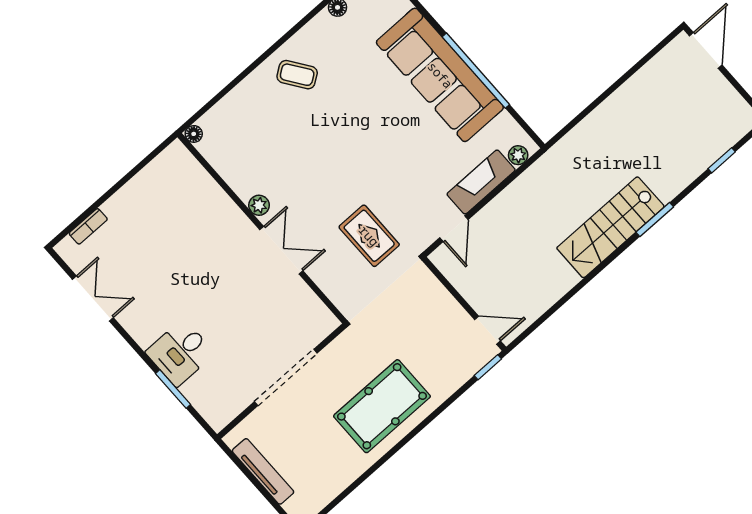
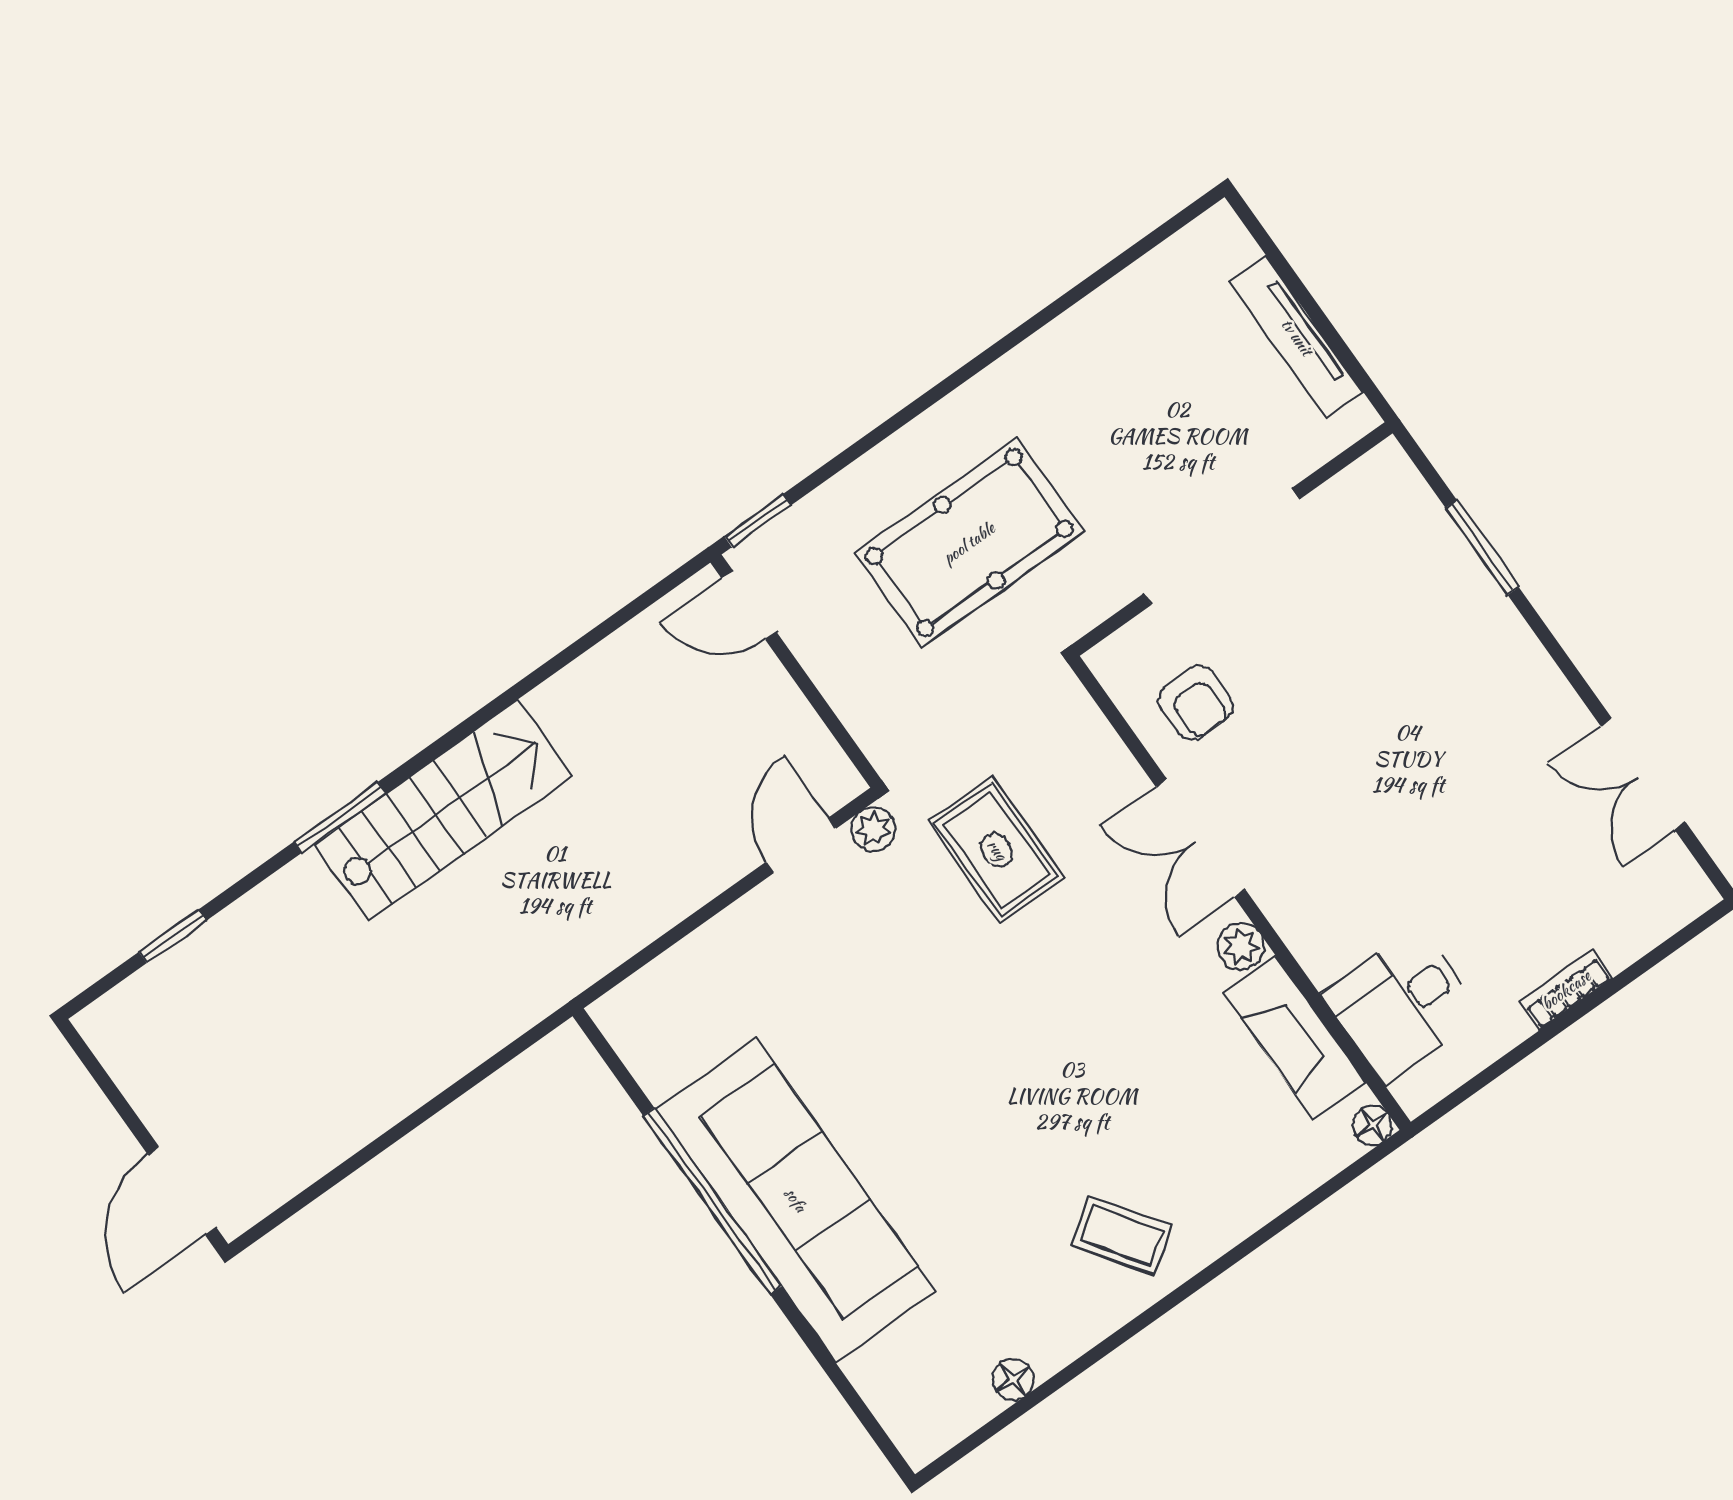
plant: (518, 155) -> (873, 829), moved
fireplace: (481, 182) -> (1295, 1038), moved, turned 90
bookcase: (88, 226) -> (1566, 990), moved
armchair: (290, 309) -> (1195, 703), added
desk: (180, 353) -> (1402, 1005), moved, turned 180
pool table: (382, 406) -> (969, 543), moved

